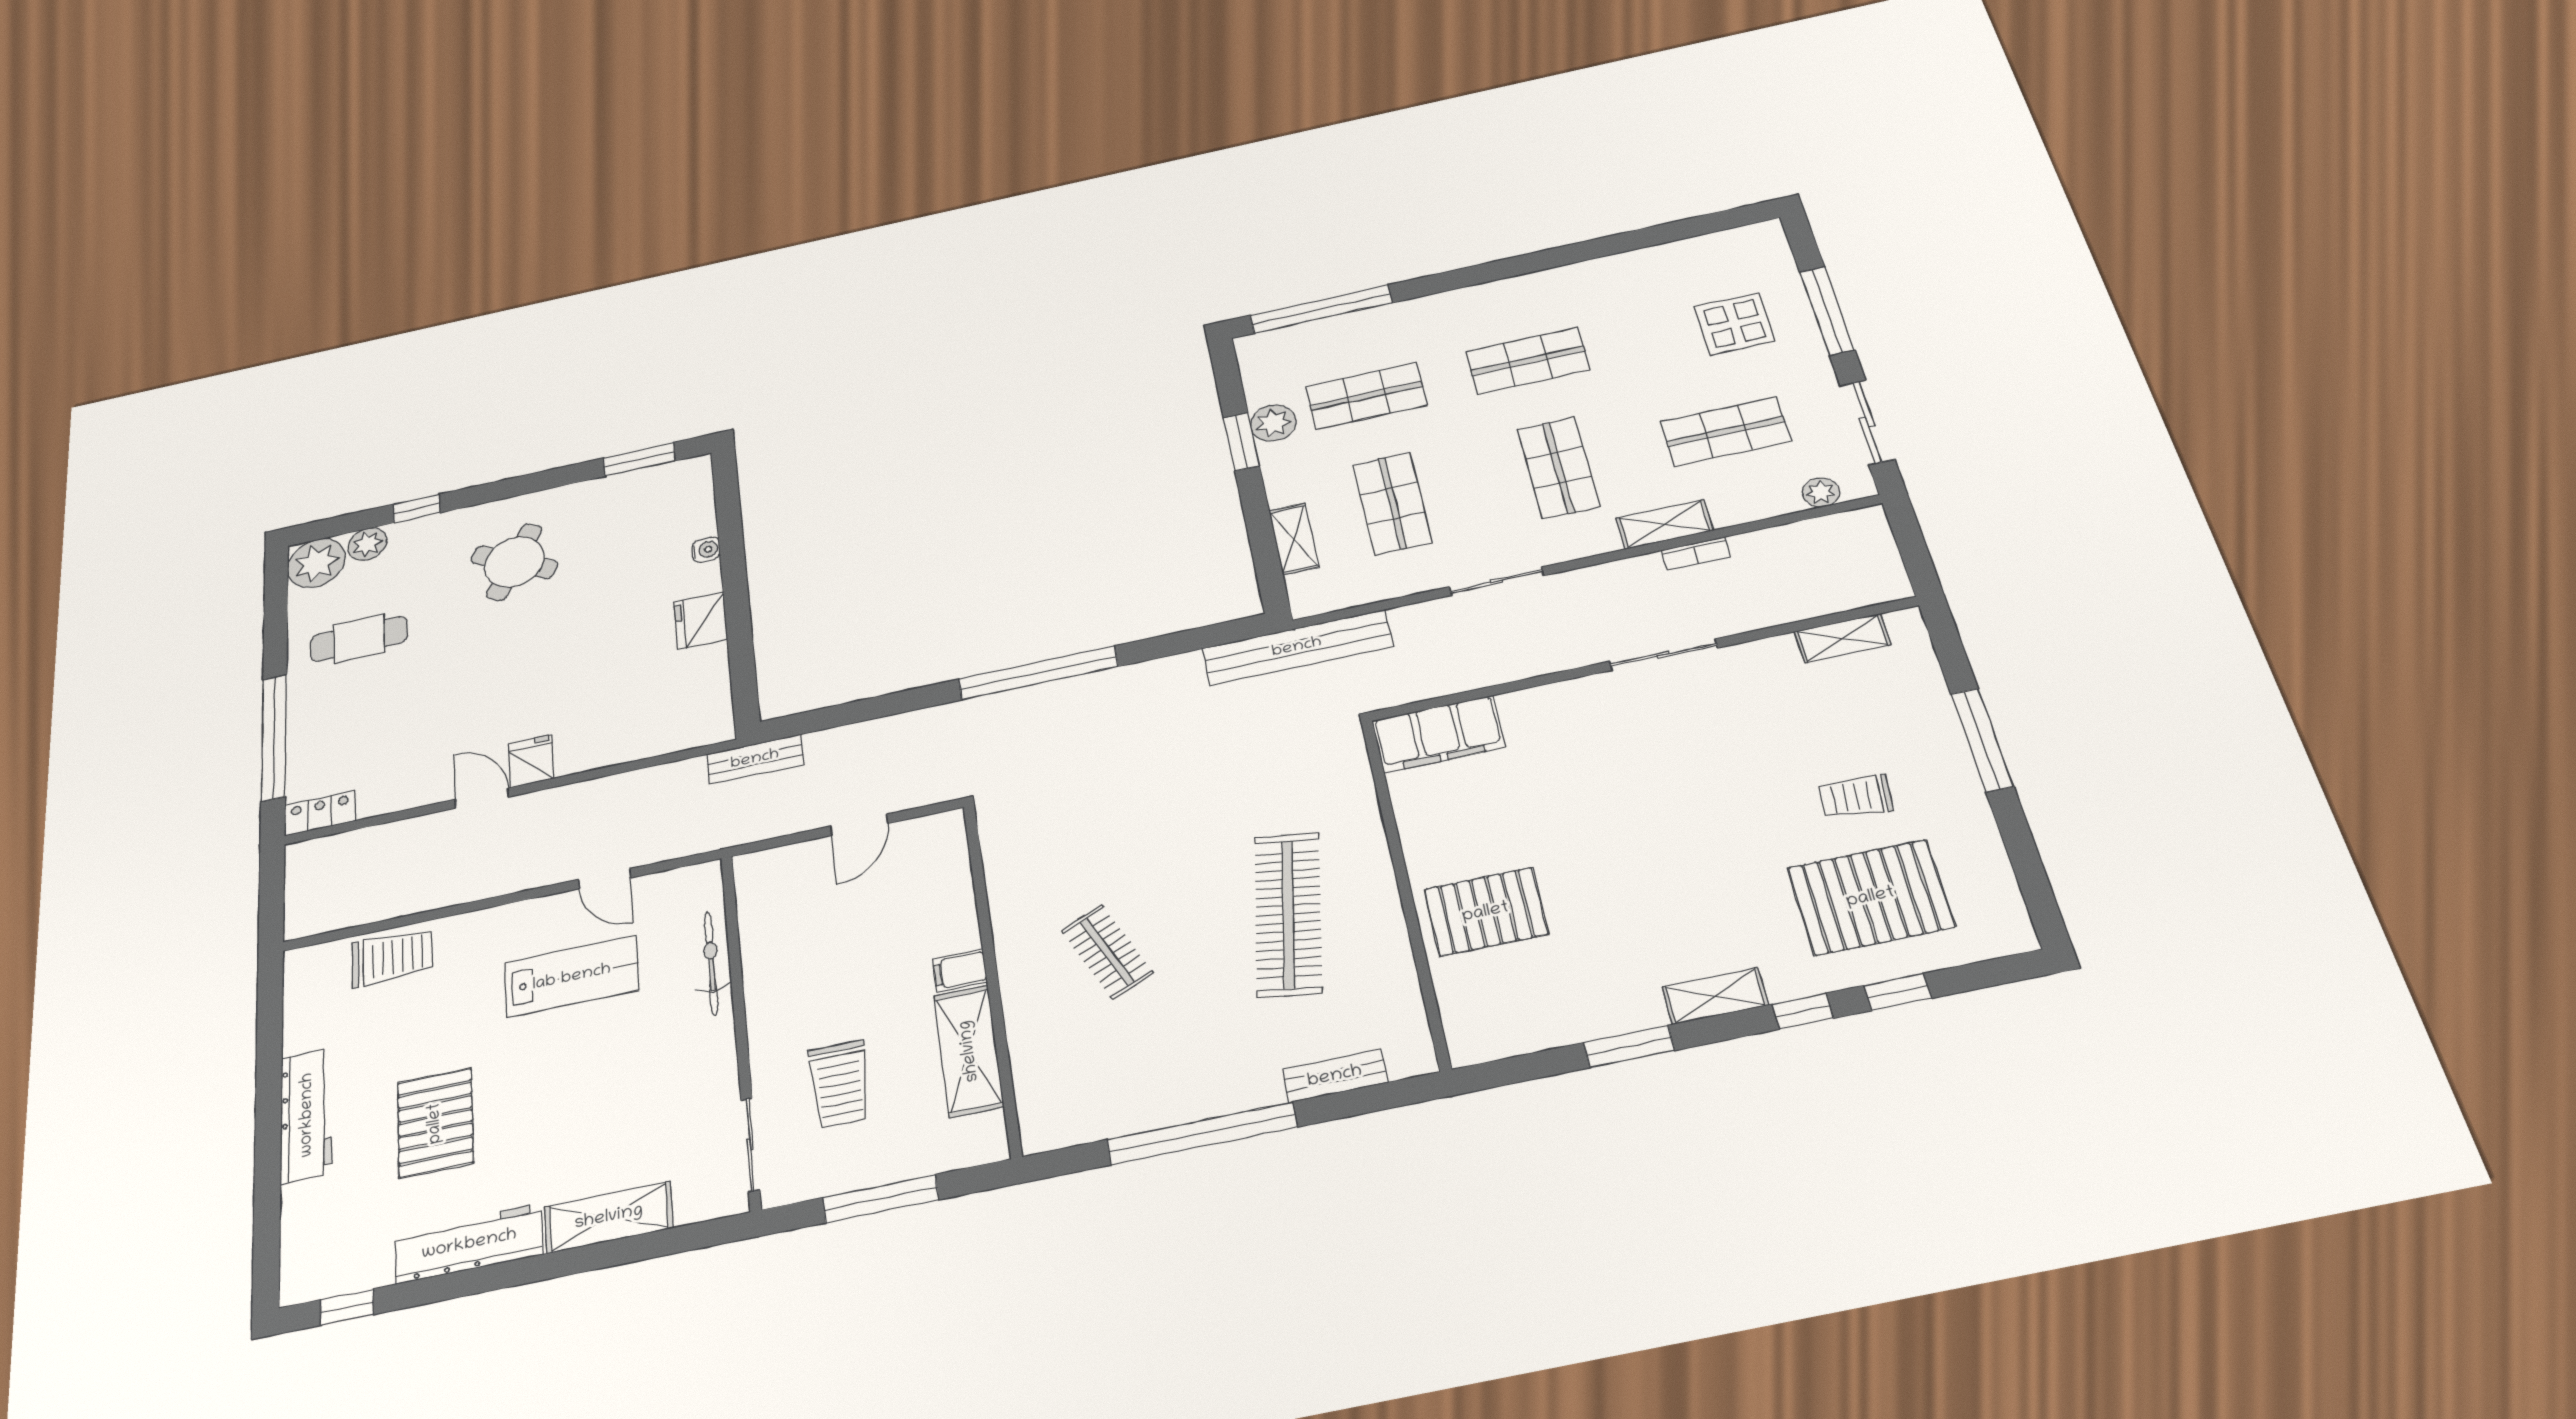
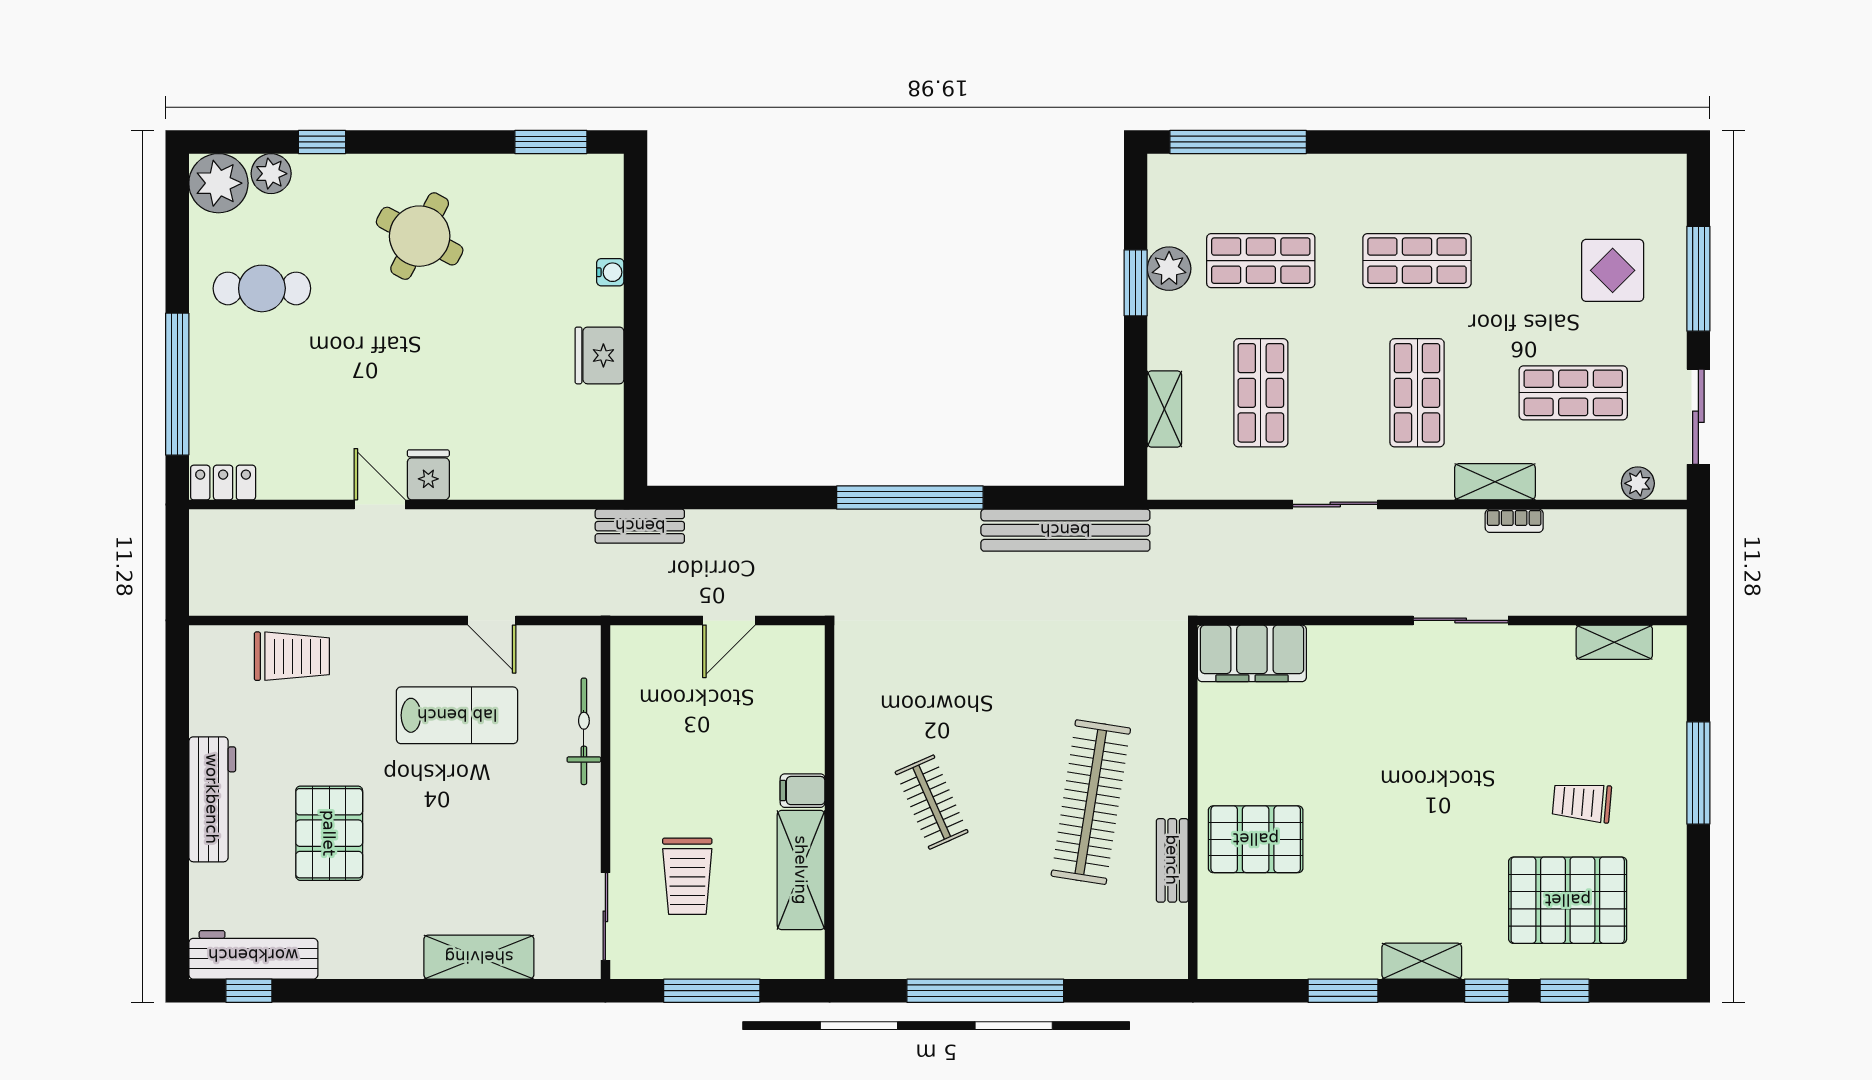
bench: (1297, 647) -> (1065, 530), moved
bench: (1335, 1076) -> (1172, 860), moved, turned 90
workbench: (469, 1244) -> (253, 955), moved

